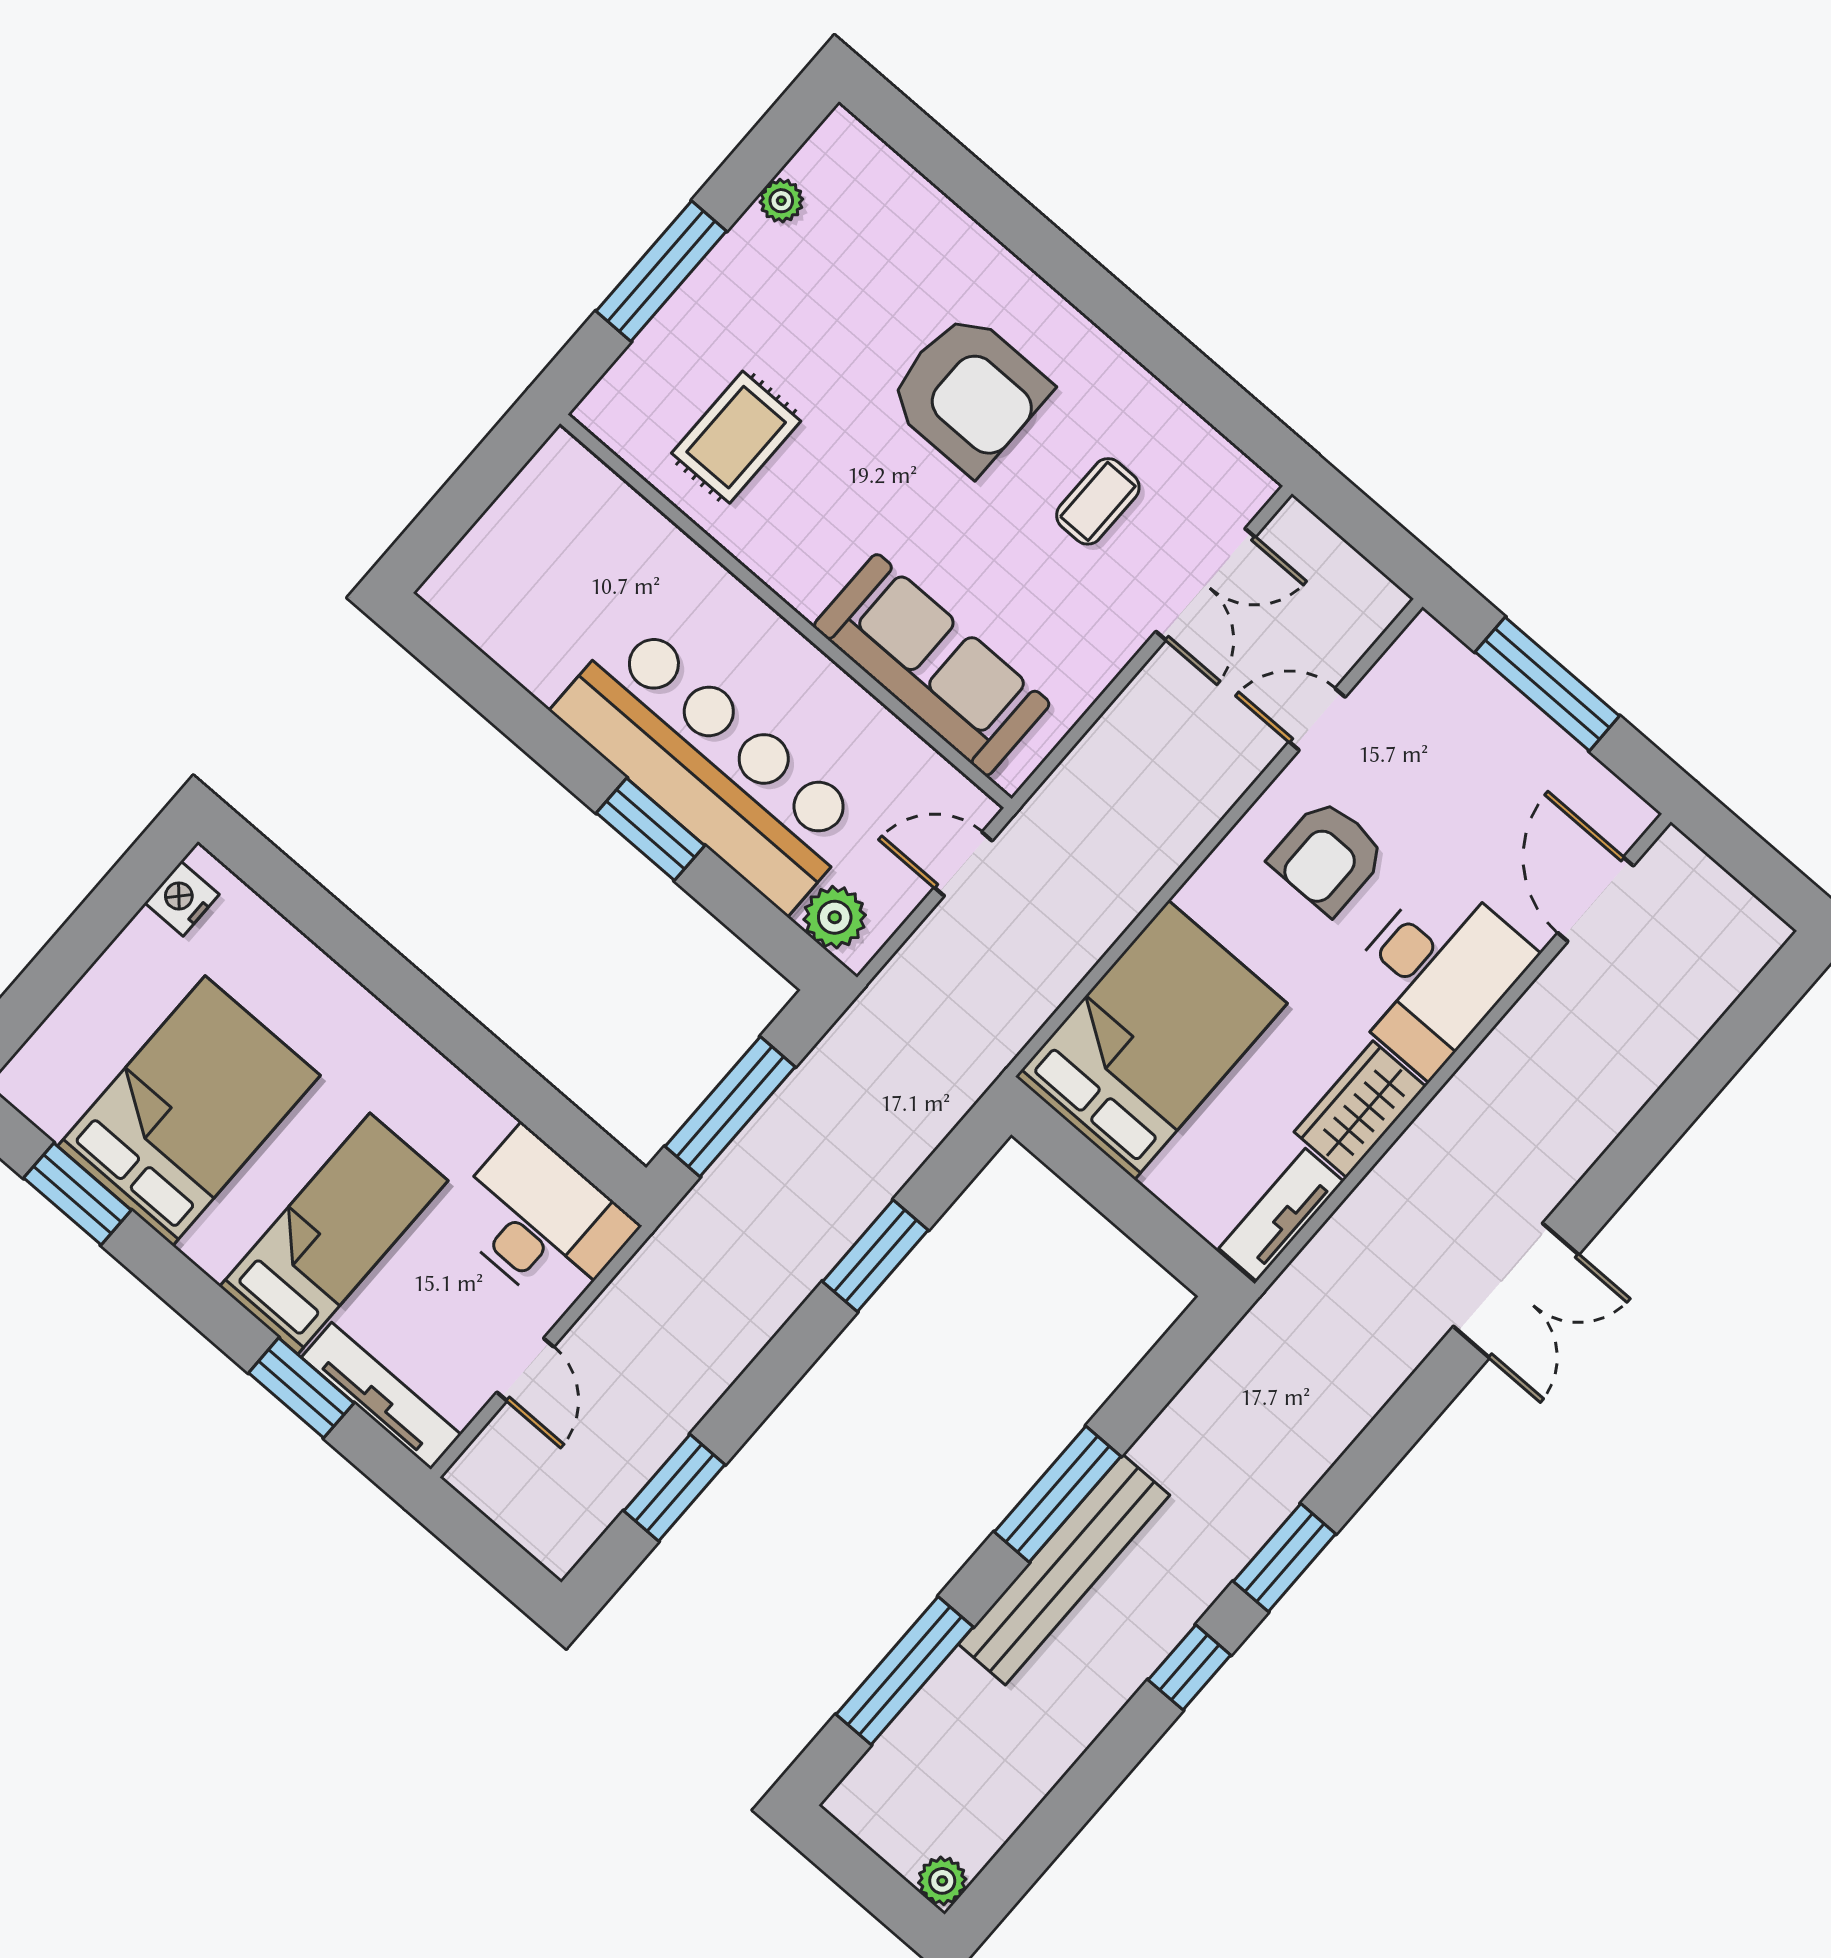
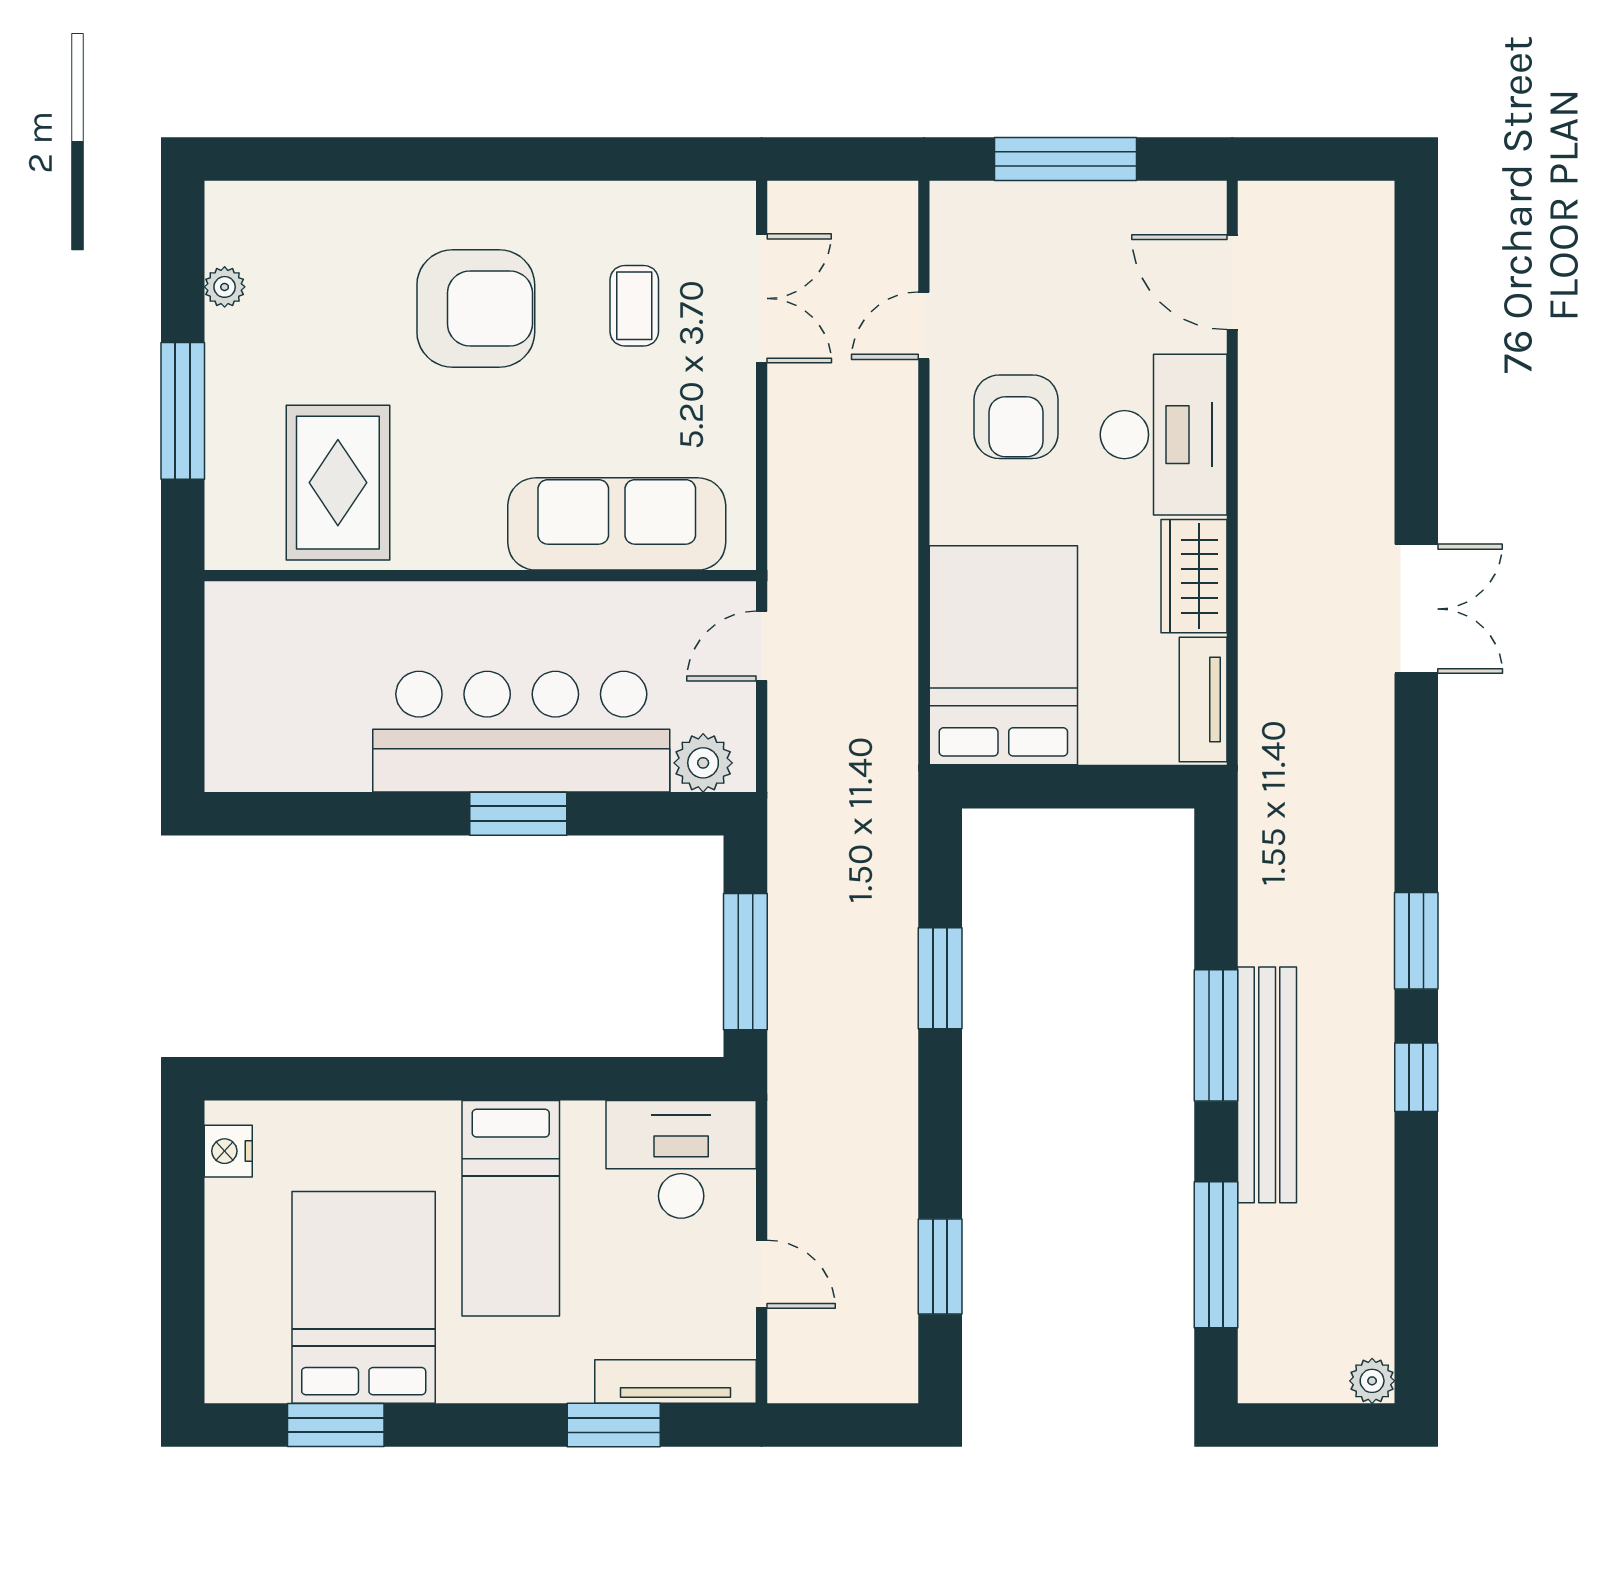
rug: (736, 437) -> (338, 483), width x1.36, depth x1.43
bed: (334, 1234) -> (511, 1208), moved, turned 180

